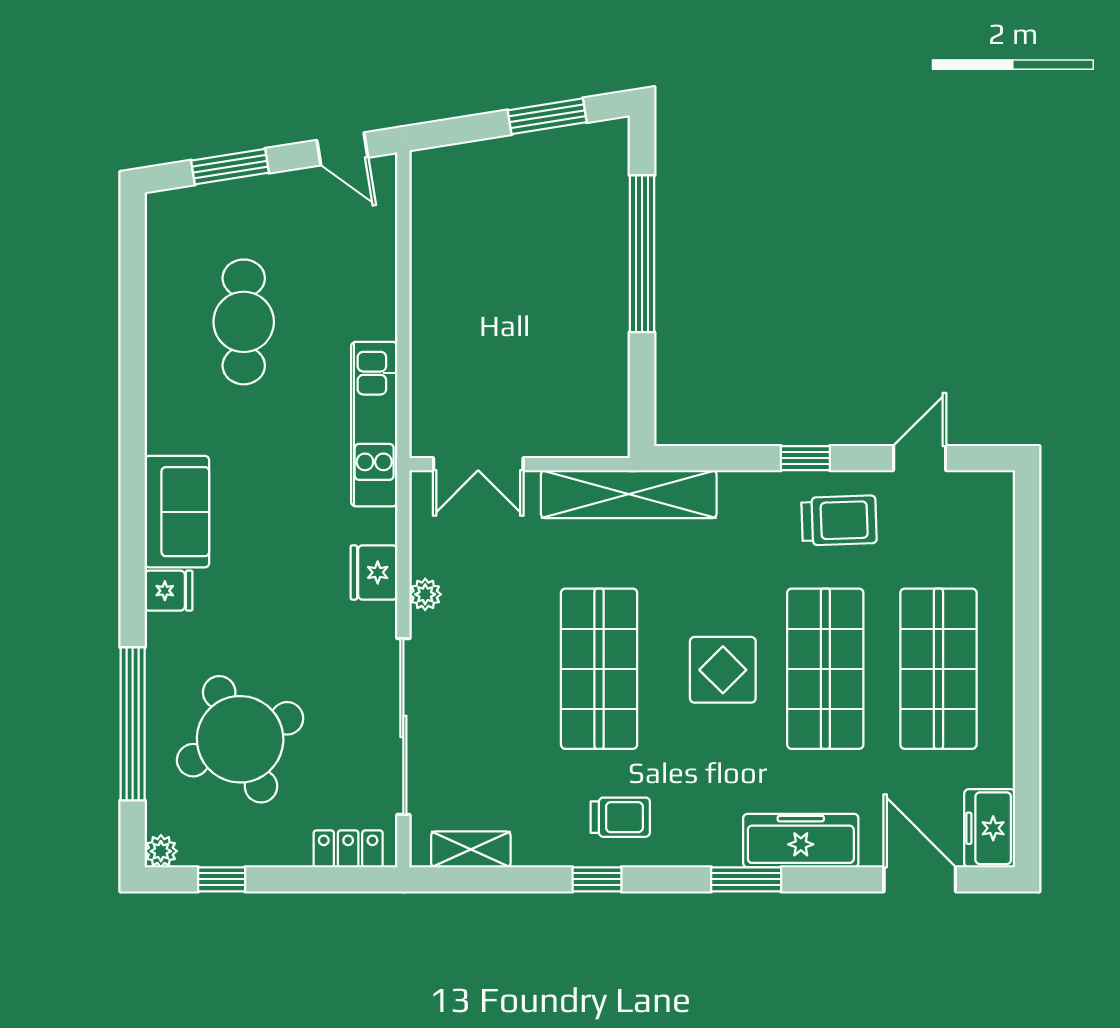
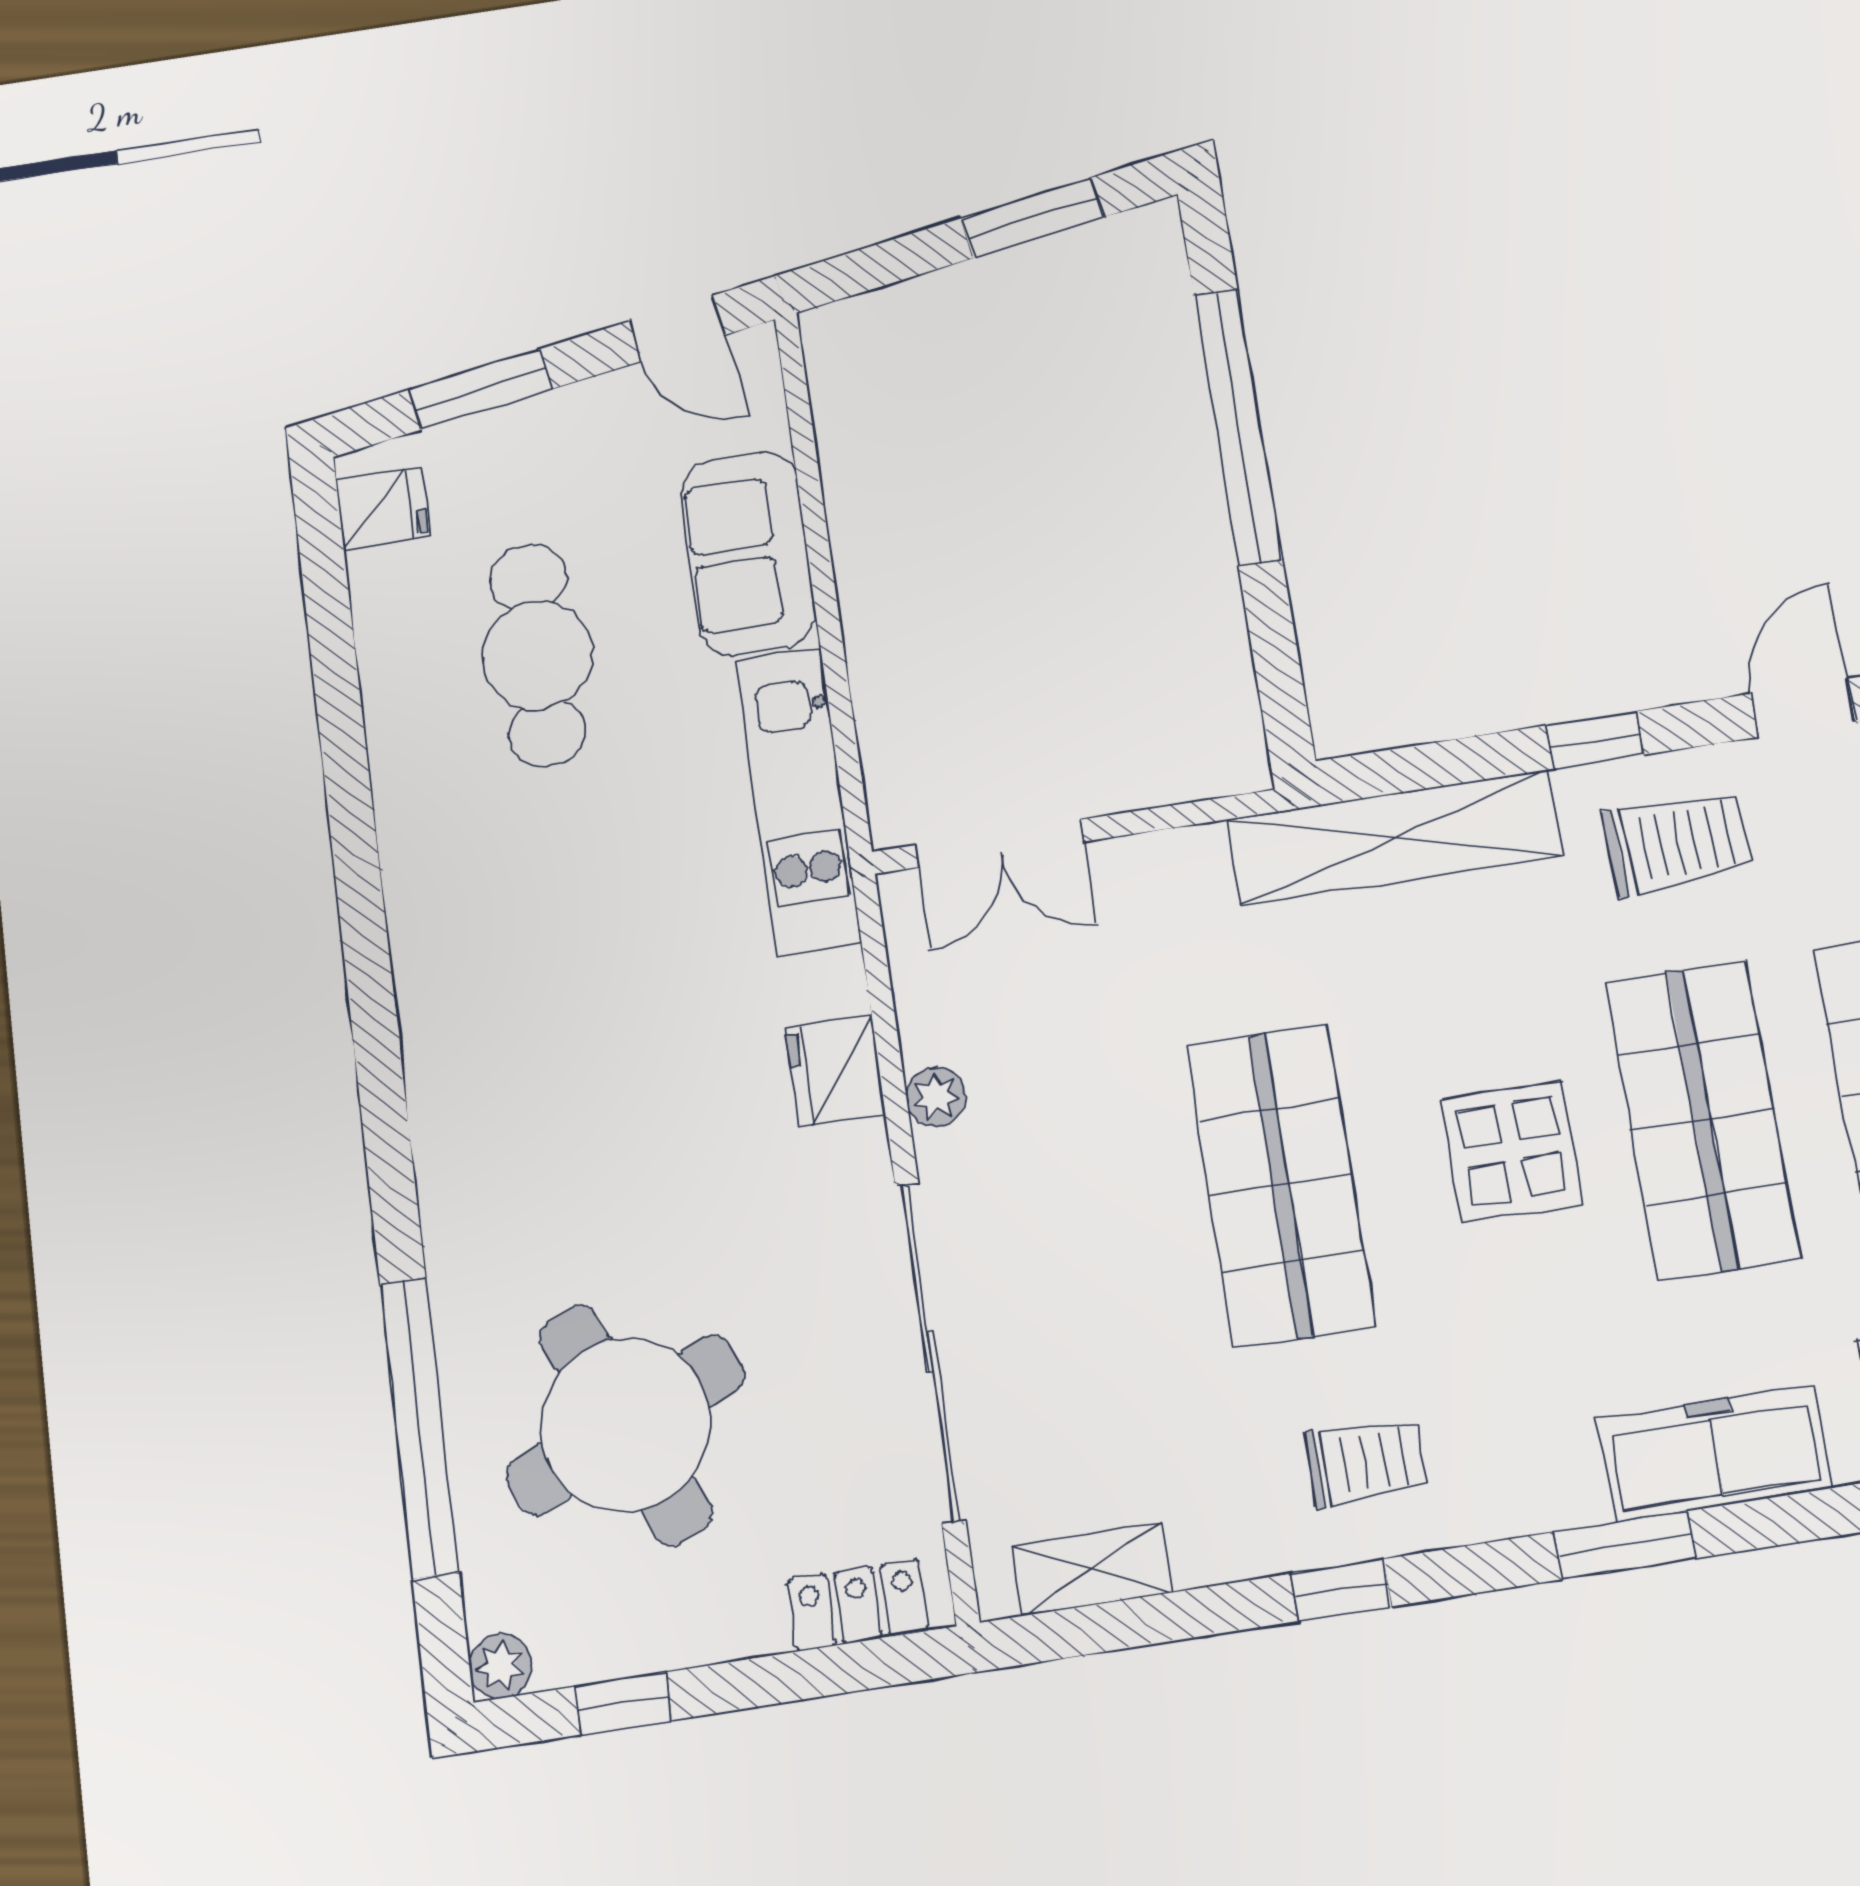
shelving: (629, 494) -> (1394, 838), moved
sofa: (177, 512) -> (748, 553), moved, turned 180
fridge: (169, 591) -> (383, 508), moved

